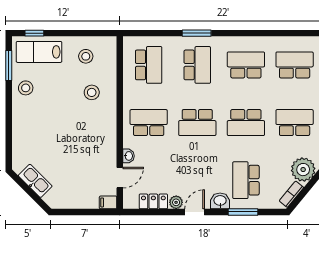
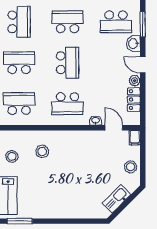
school desk: (246, 65) -> (19, 22), turned 180
stool: (26, 88) -> (131, 167), moved
school desk: (149, 123) -> (68, 104), turned -90
school desk: (246, 123) -> (68, 22), turned -90

